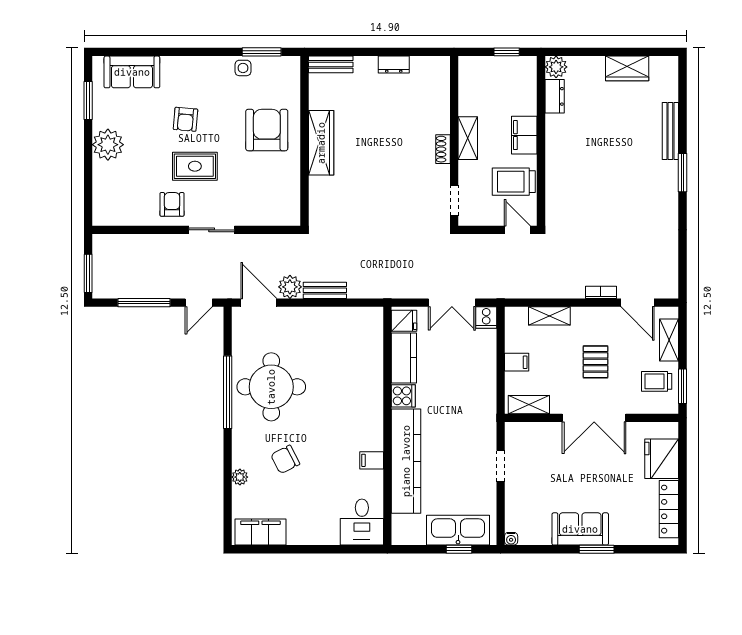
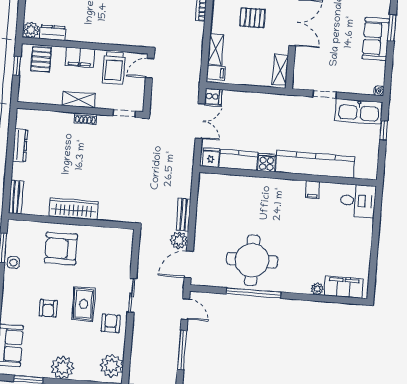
dresser: (394, 65) -> (20, 145), width x1.44
pallet: (518, 84) -> (41, 59), added
armchair: (185, 119) -> (48, 308), turned 85
armchair: (172, 204) -> (111, 323), turned 90
plant: (115, 210) -> (112, 366), added
filing cabinet: (517, 362) -> (216, 73), moved, turned 90
chair: (285, 459) -> (307, 254), removed
kitchen sink: (458, 530) -> (359, 111), moved, turned -90
filing cabinet: (260, 532) -> (344, 287), moved, turned 90

